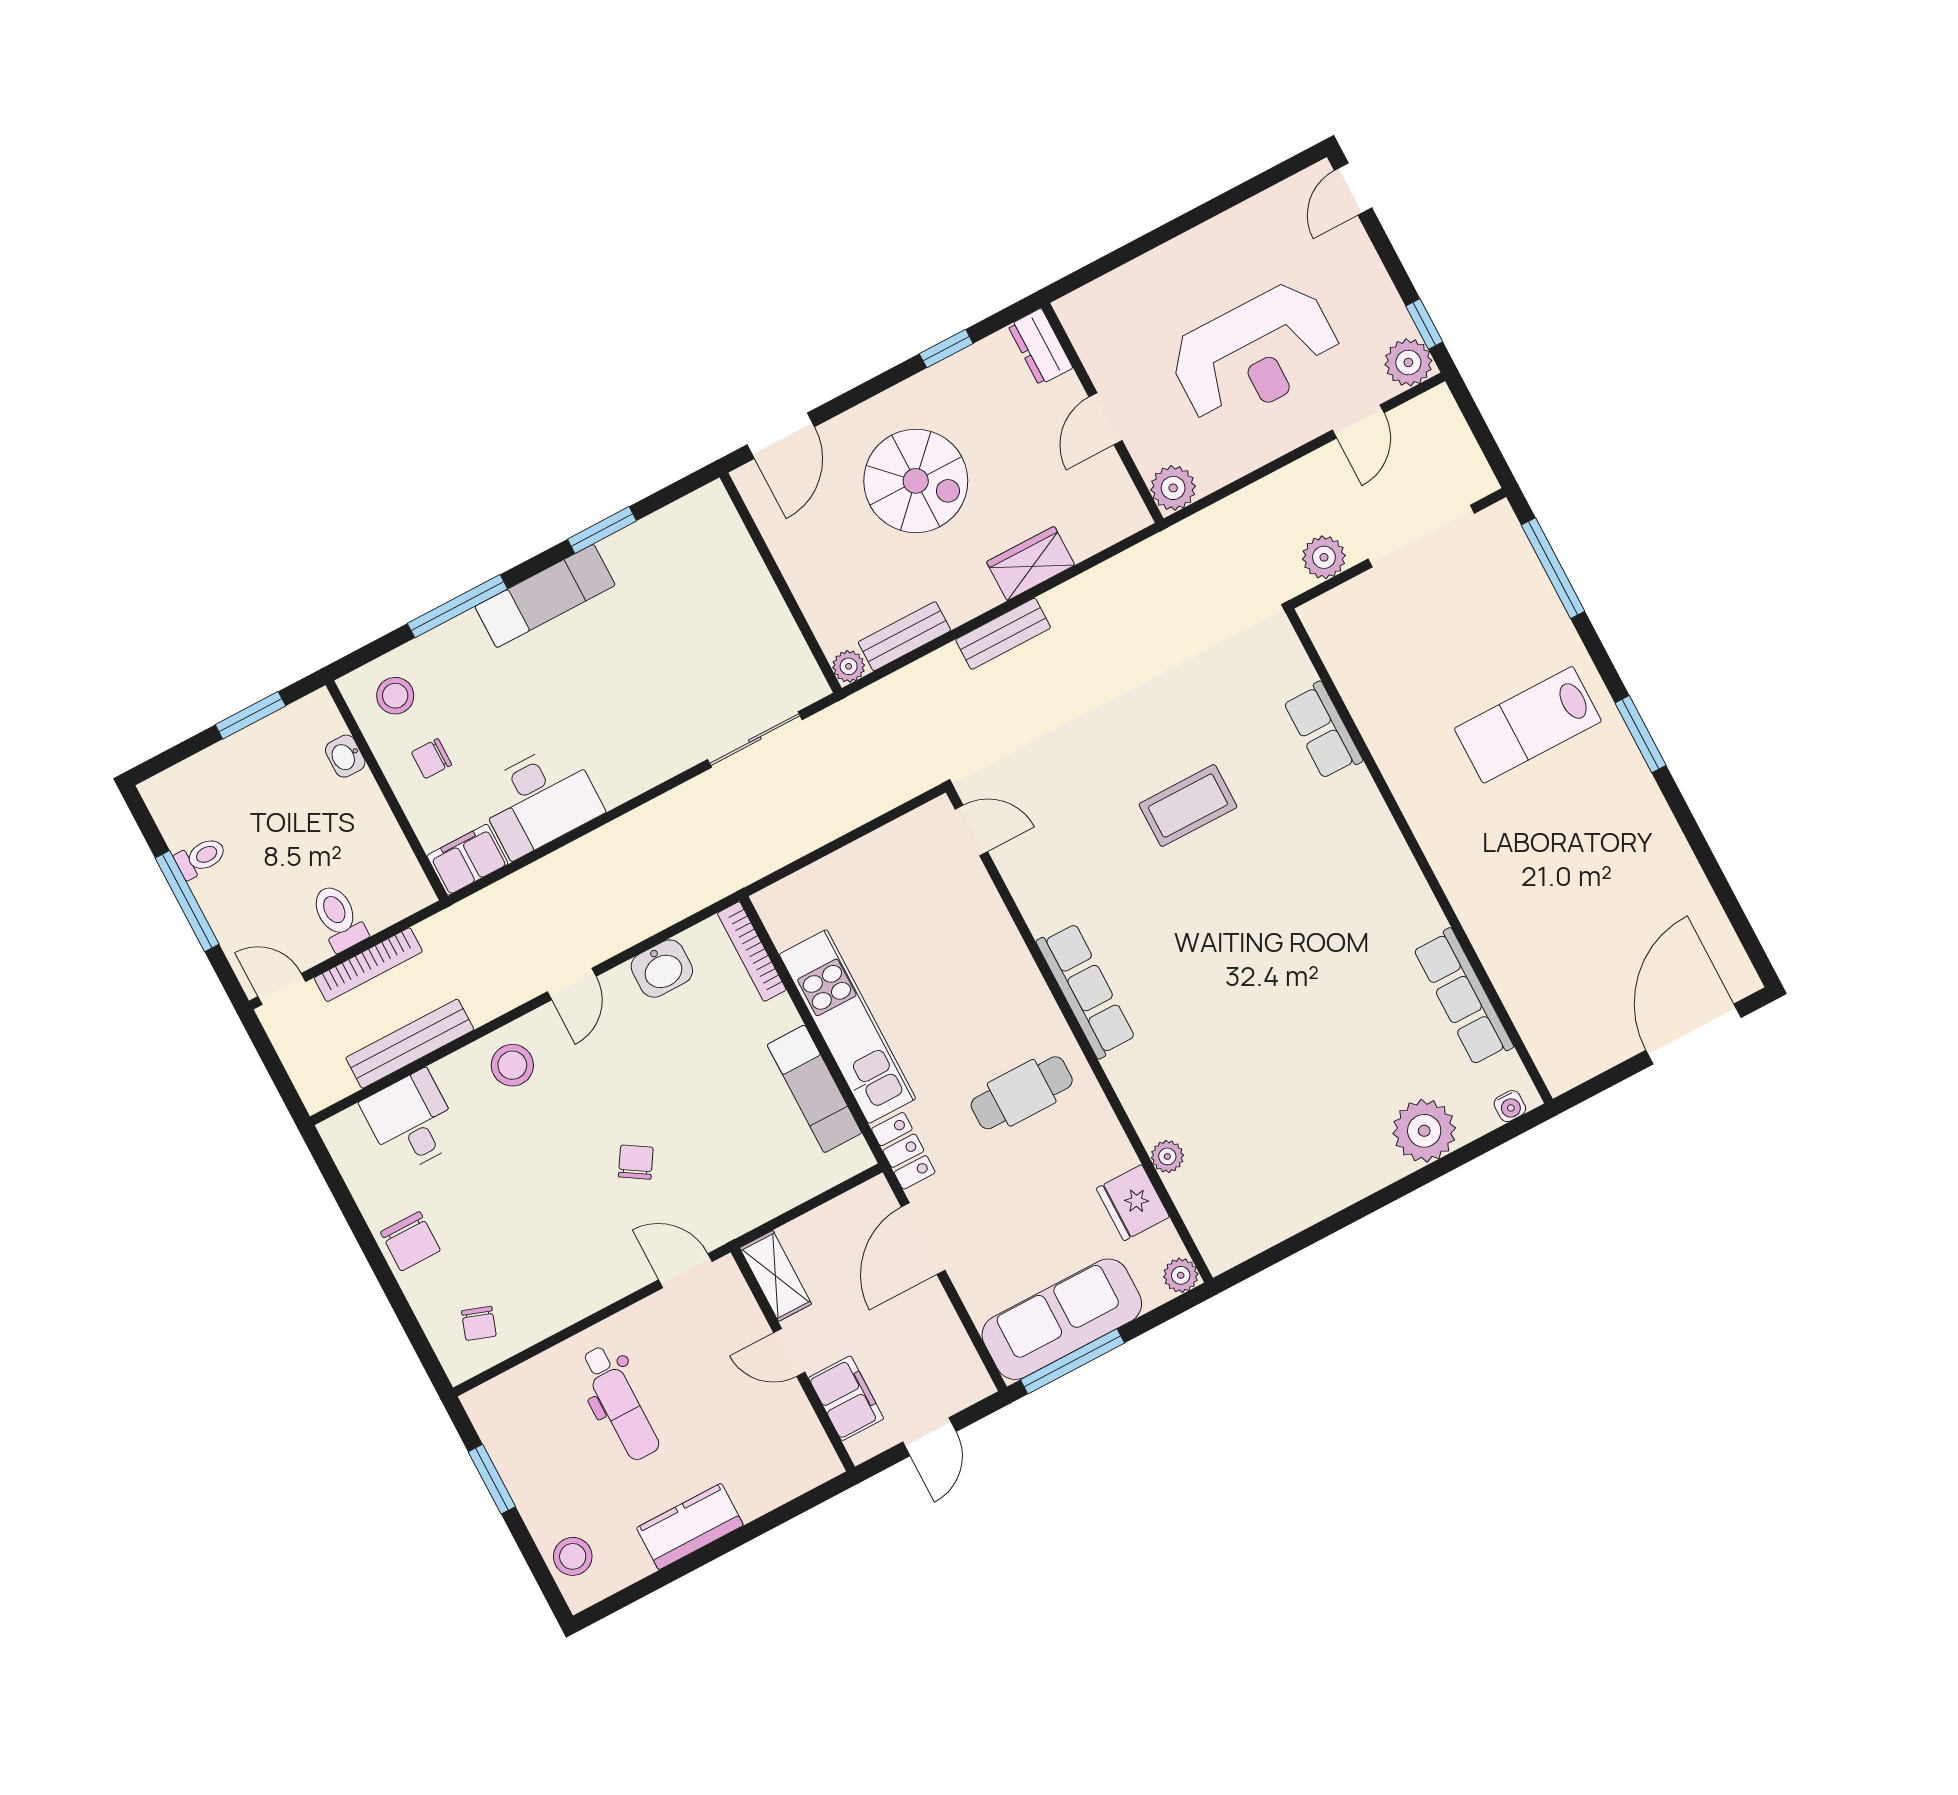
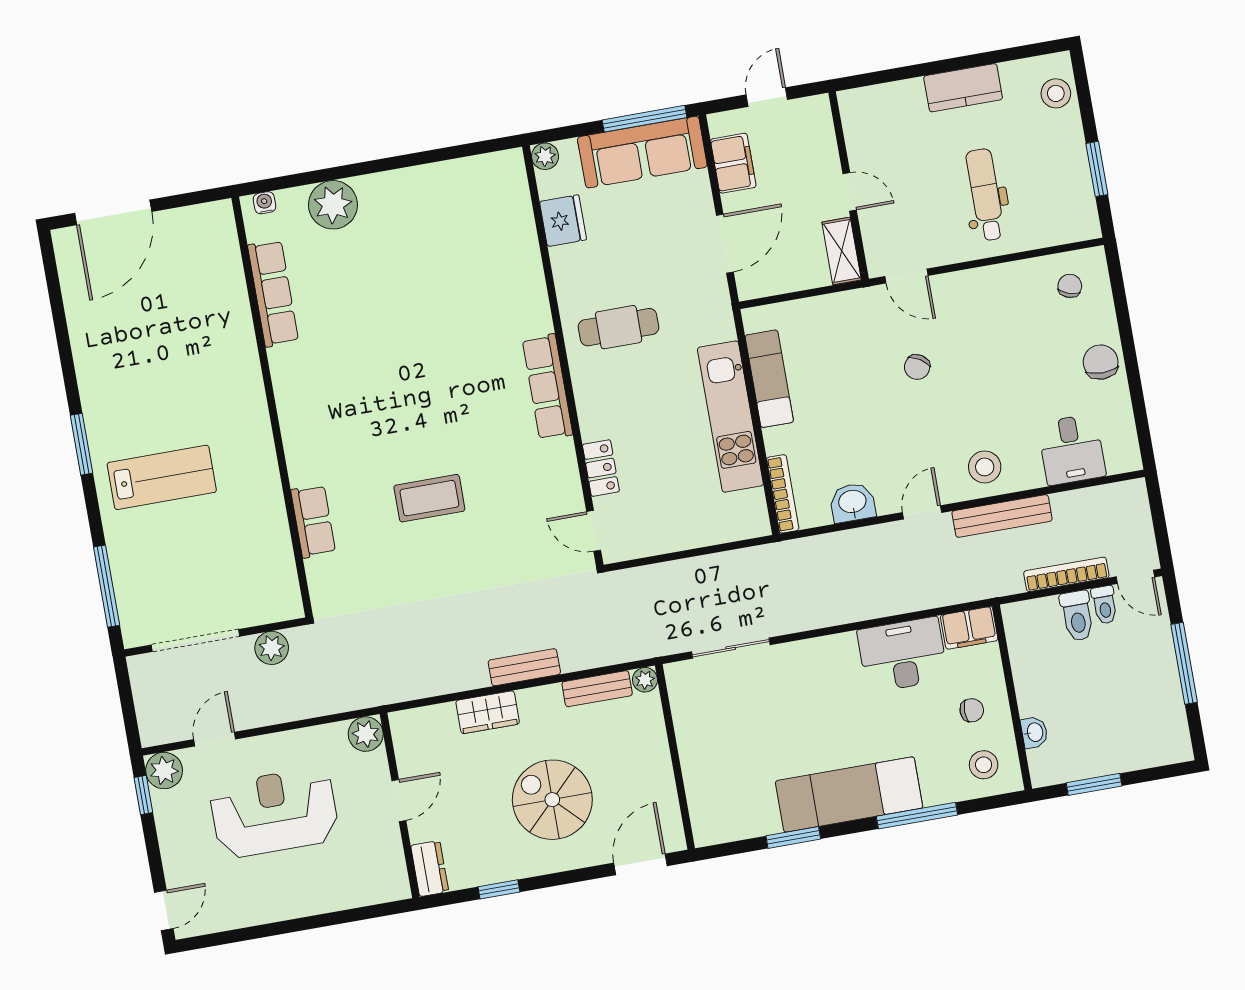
exam couch: (545, 596) -> (849, 794), width x1.36, depth x1.45
toilet: (201, 858) -> (1104, 605), moved, turned -90
bench: (410, 1044) -> (1002, 516), moved
locker: (903, 1151) -> (601, 468), moved, turned 180
plant: (1167, 1156) -> (527, 246), removed
filing cabinet: (846, 1398) -> (733, 163), moved, turned 180

